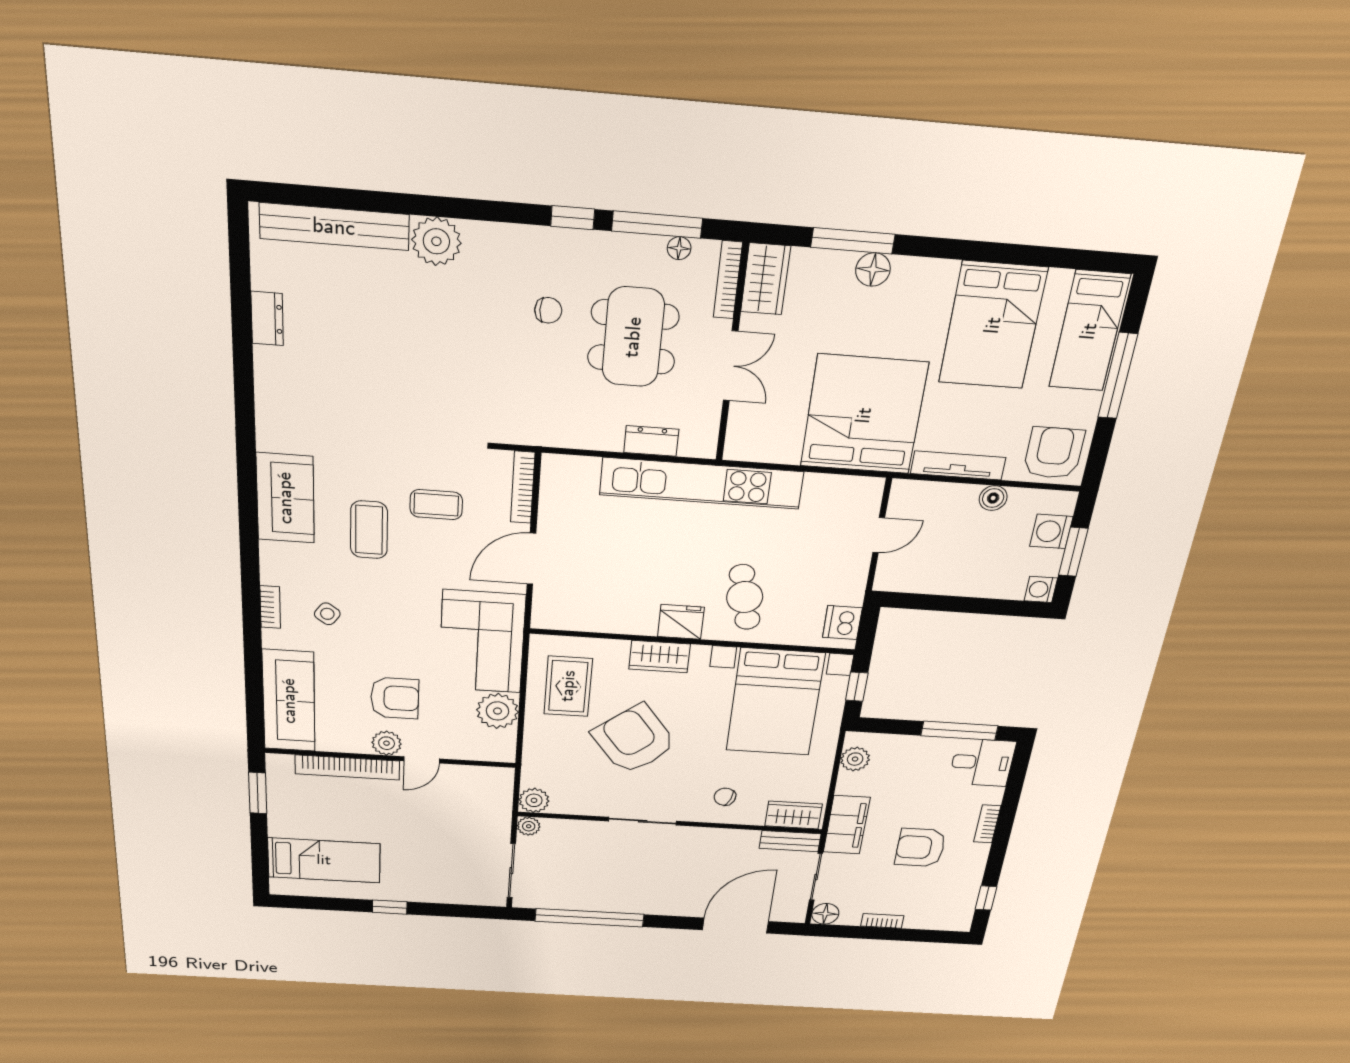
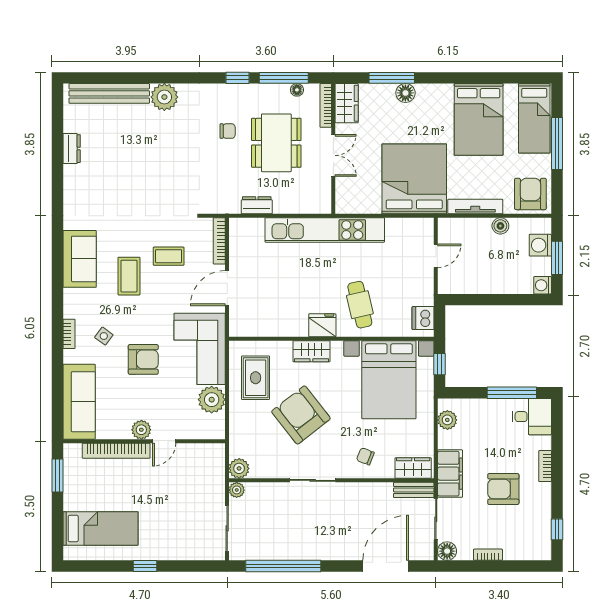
dresser: (651, 441) -> (257, 205), moved
armchair: (395, 698) -> (143, 359), moved

